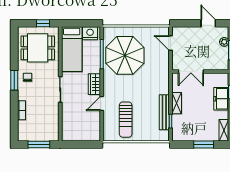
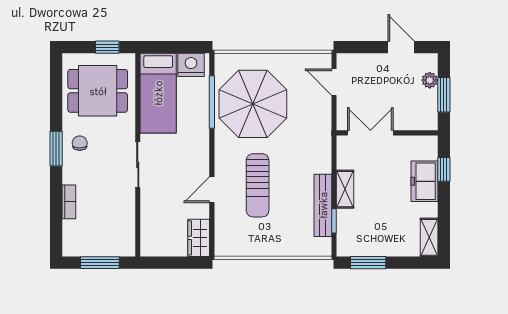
double door: (191, 72) -> (370, 133), swing flipped
wardrobe: (94, 84) -> (199, 238), moved
sun lounger: (126, 120) -> (258, 185), moved
window: (204, 144) -> (368, 263), moved

